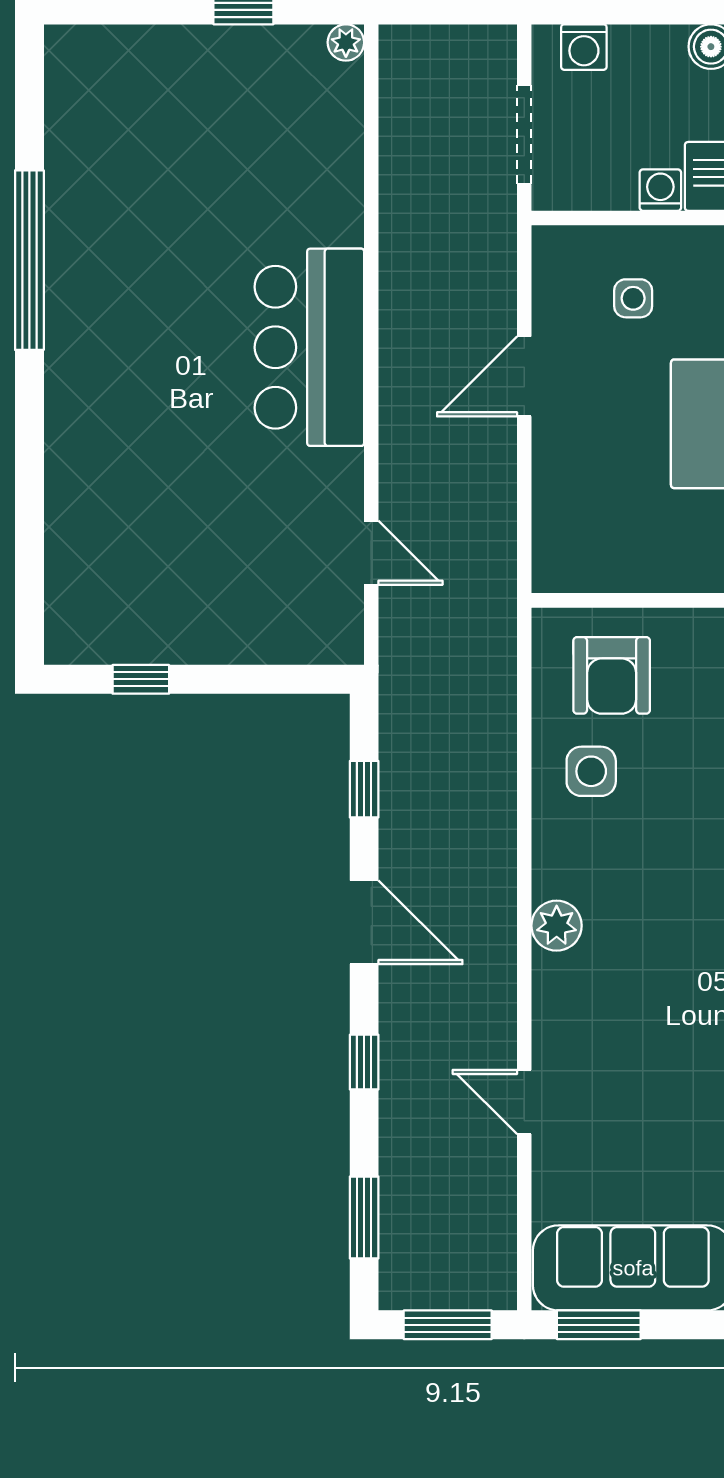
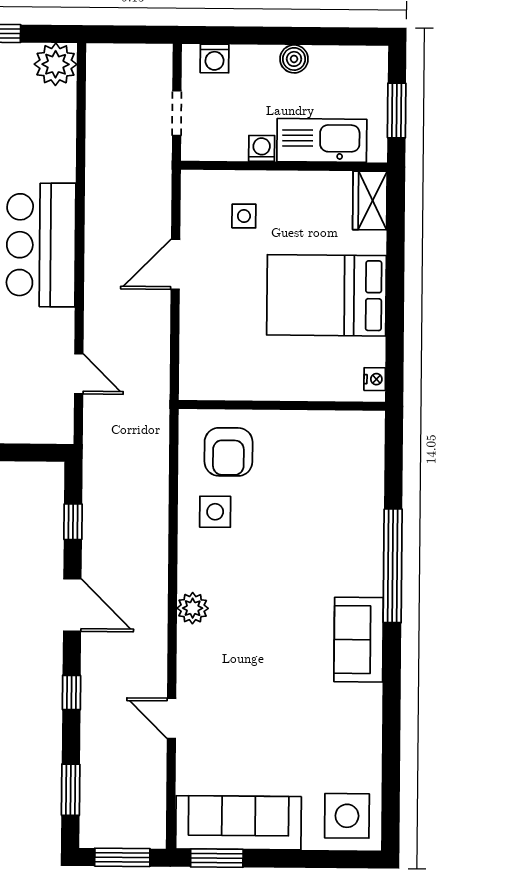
plant: (346, 42) -> (56, 64), width x1.88, depth x1.88
doorway: (524, 135) -> (177, 113), width x0.73

